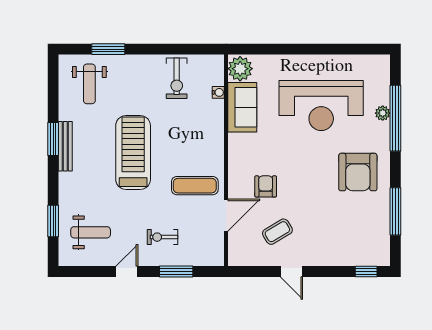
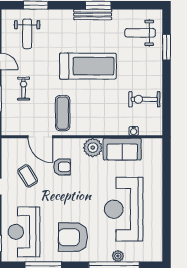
plant: (240, 69) -> (93, 148), moved
reception desk: (351, 236) -> (24, 232), added

